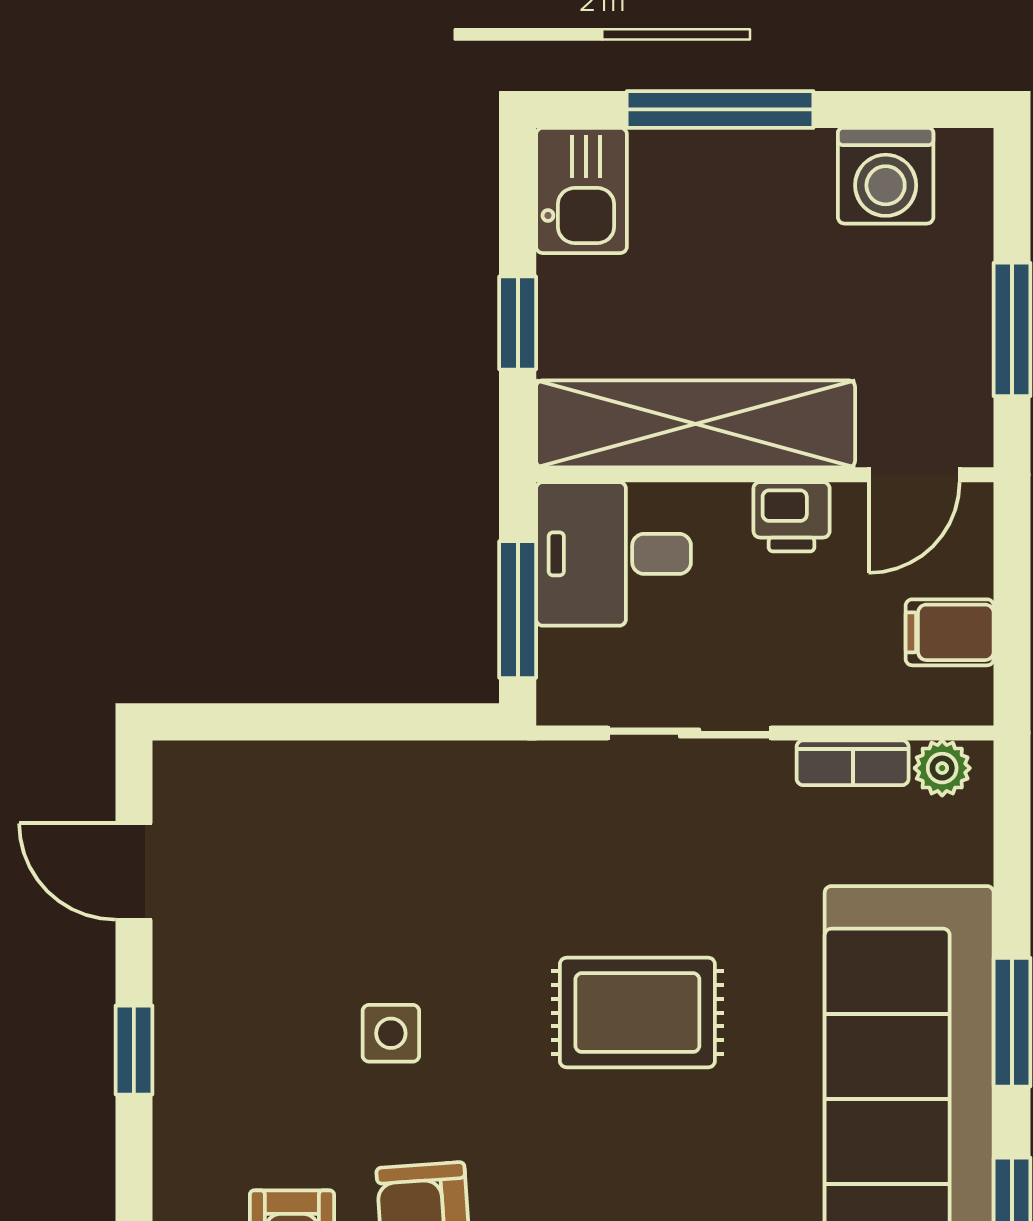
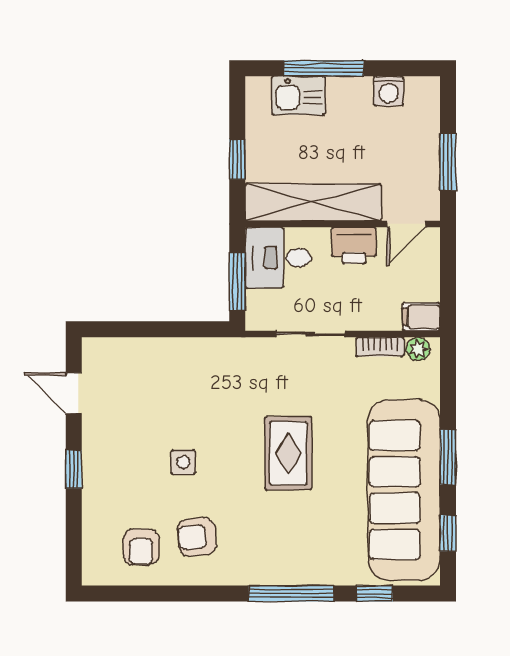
washing machine: (886, 176) -> (388, 91), width x0.73, depth x0.73
kitchen sink: (581, 190) -> (298, 95), moved, turned 90
printer: (792, 517) -> (354, 245), width x1.36, depth x1.24
filing cabinet: (950, 632) -> (421, 317), moved
rug: (637, 1013) -> (288, 453), turned 90

